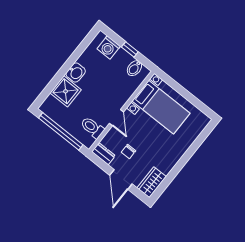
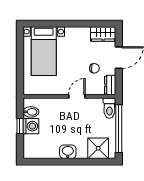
washing machine: (109, 48) -> (31, 126), moved
shower: (66, 91) -> (98, 148), moved
bed with nightstands: (161, 107) -> (44, 51), moved, turned 180
toilet: (92, 128) -> (109, 108), moved

